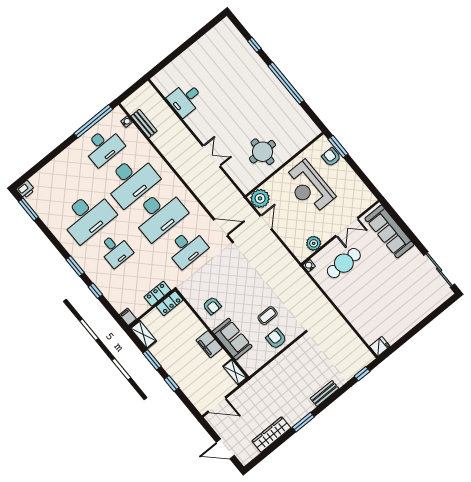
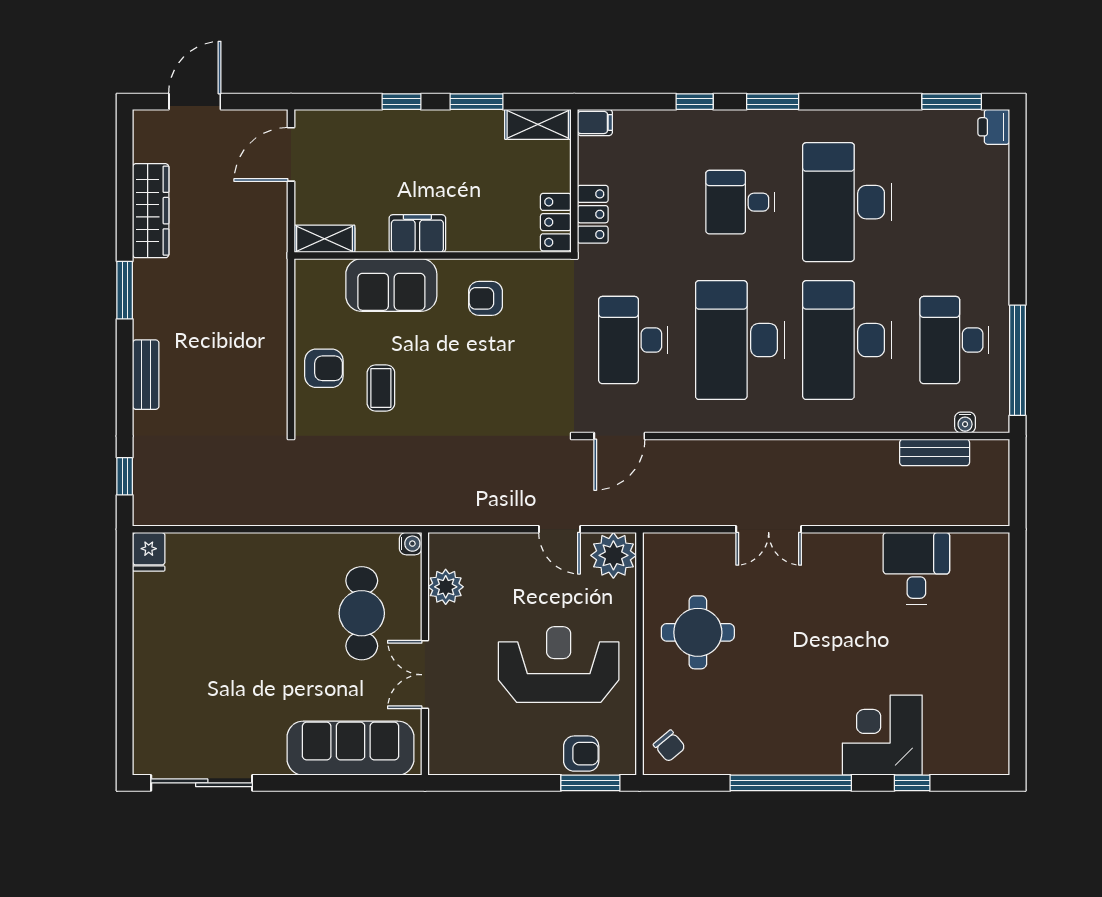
corner desk: (247, 67) -> (882, 735), added
chair: (306, 131) -> (669, 746), added

